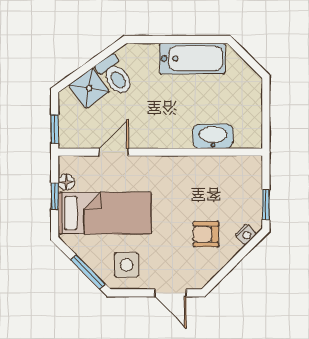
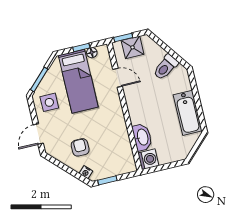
shower: (89, 88) -> (133, 47), moved, turned 36
washing machine: (249, 135) -> (148, 159), added

